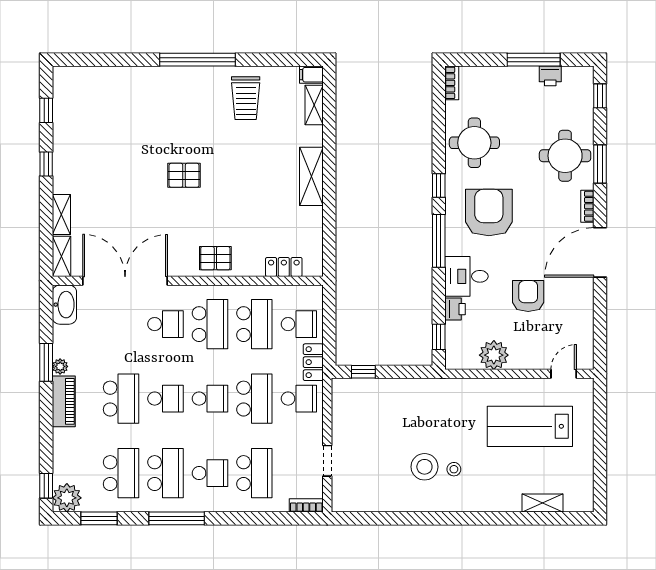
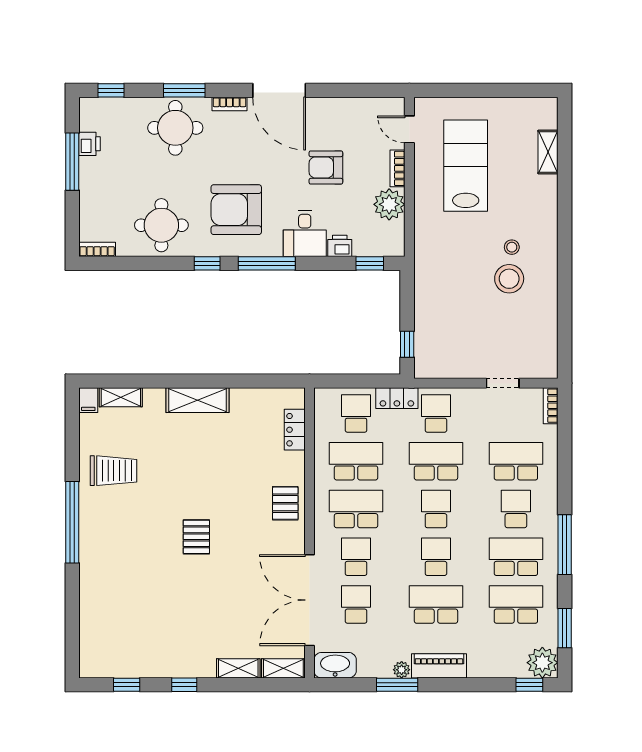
school desk: (121, 324) -> (356, 604), added
bookcase: (527, 363) -> (398, 168), added
lab bench: (530, 426) -> (466, 166), turned 180

